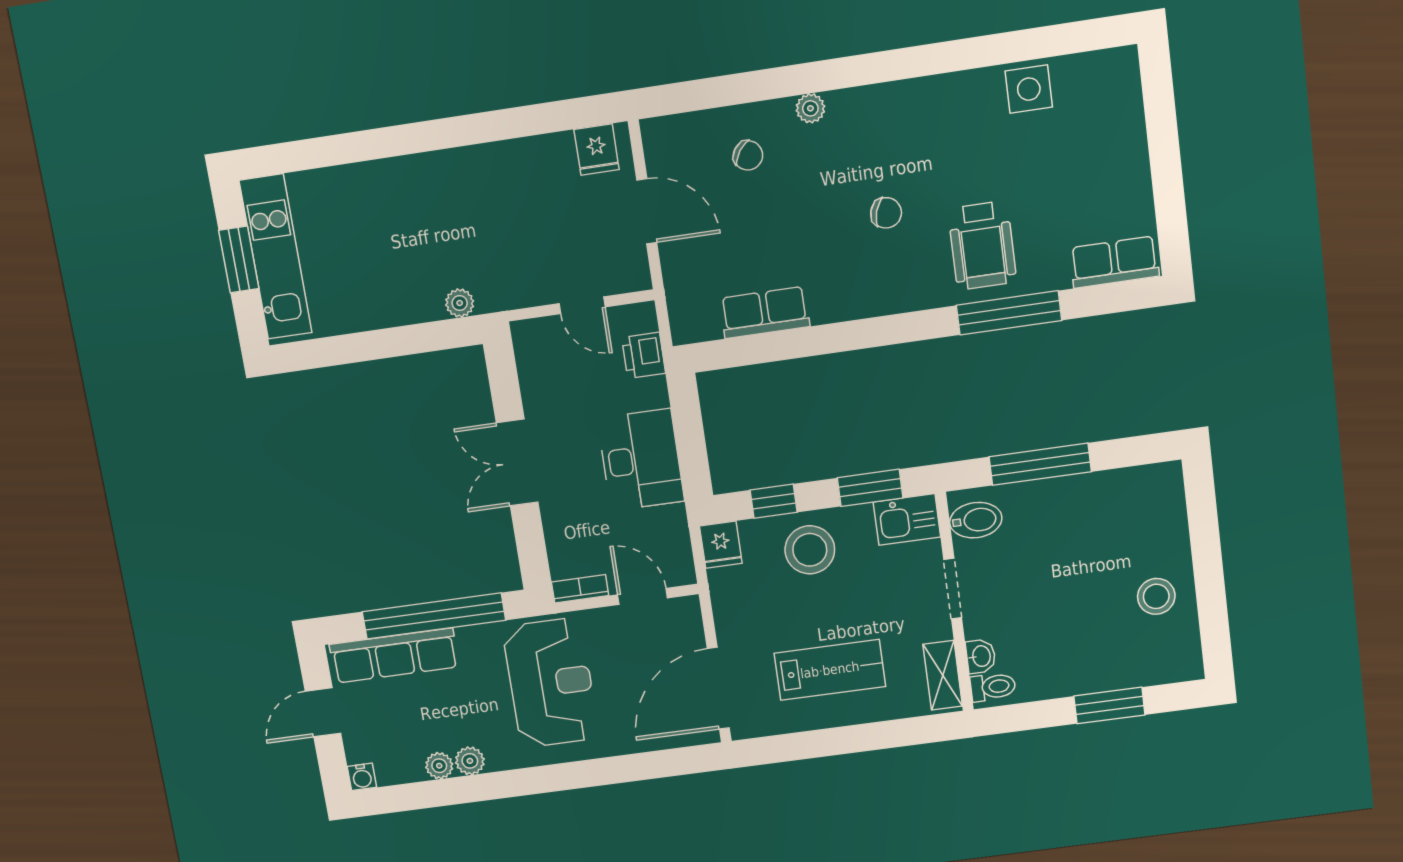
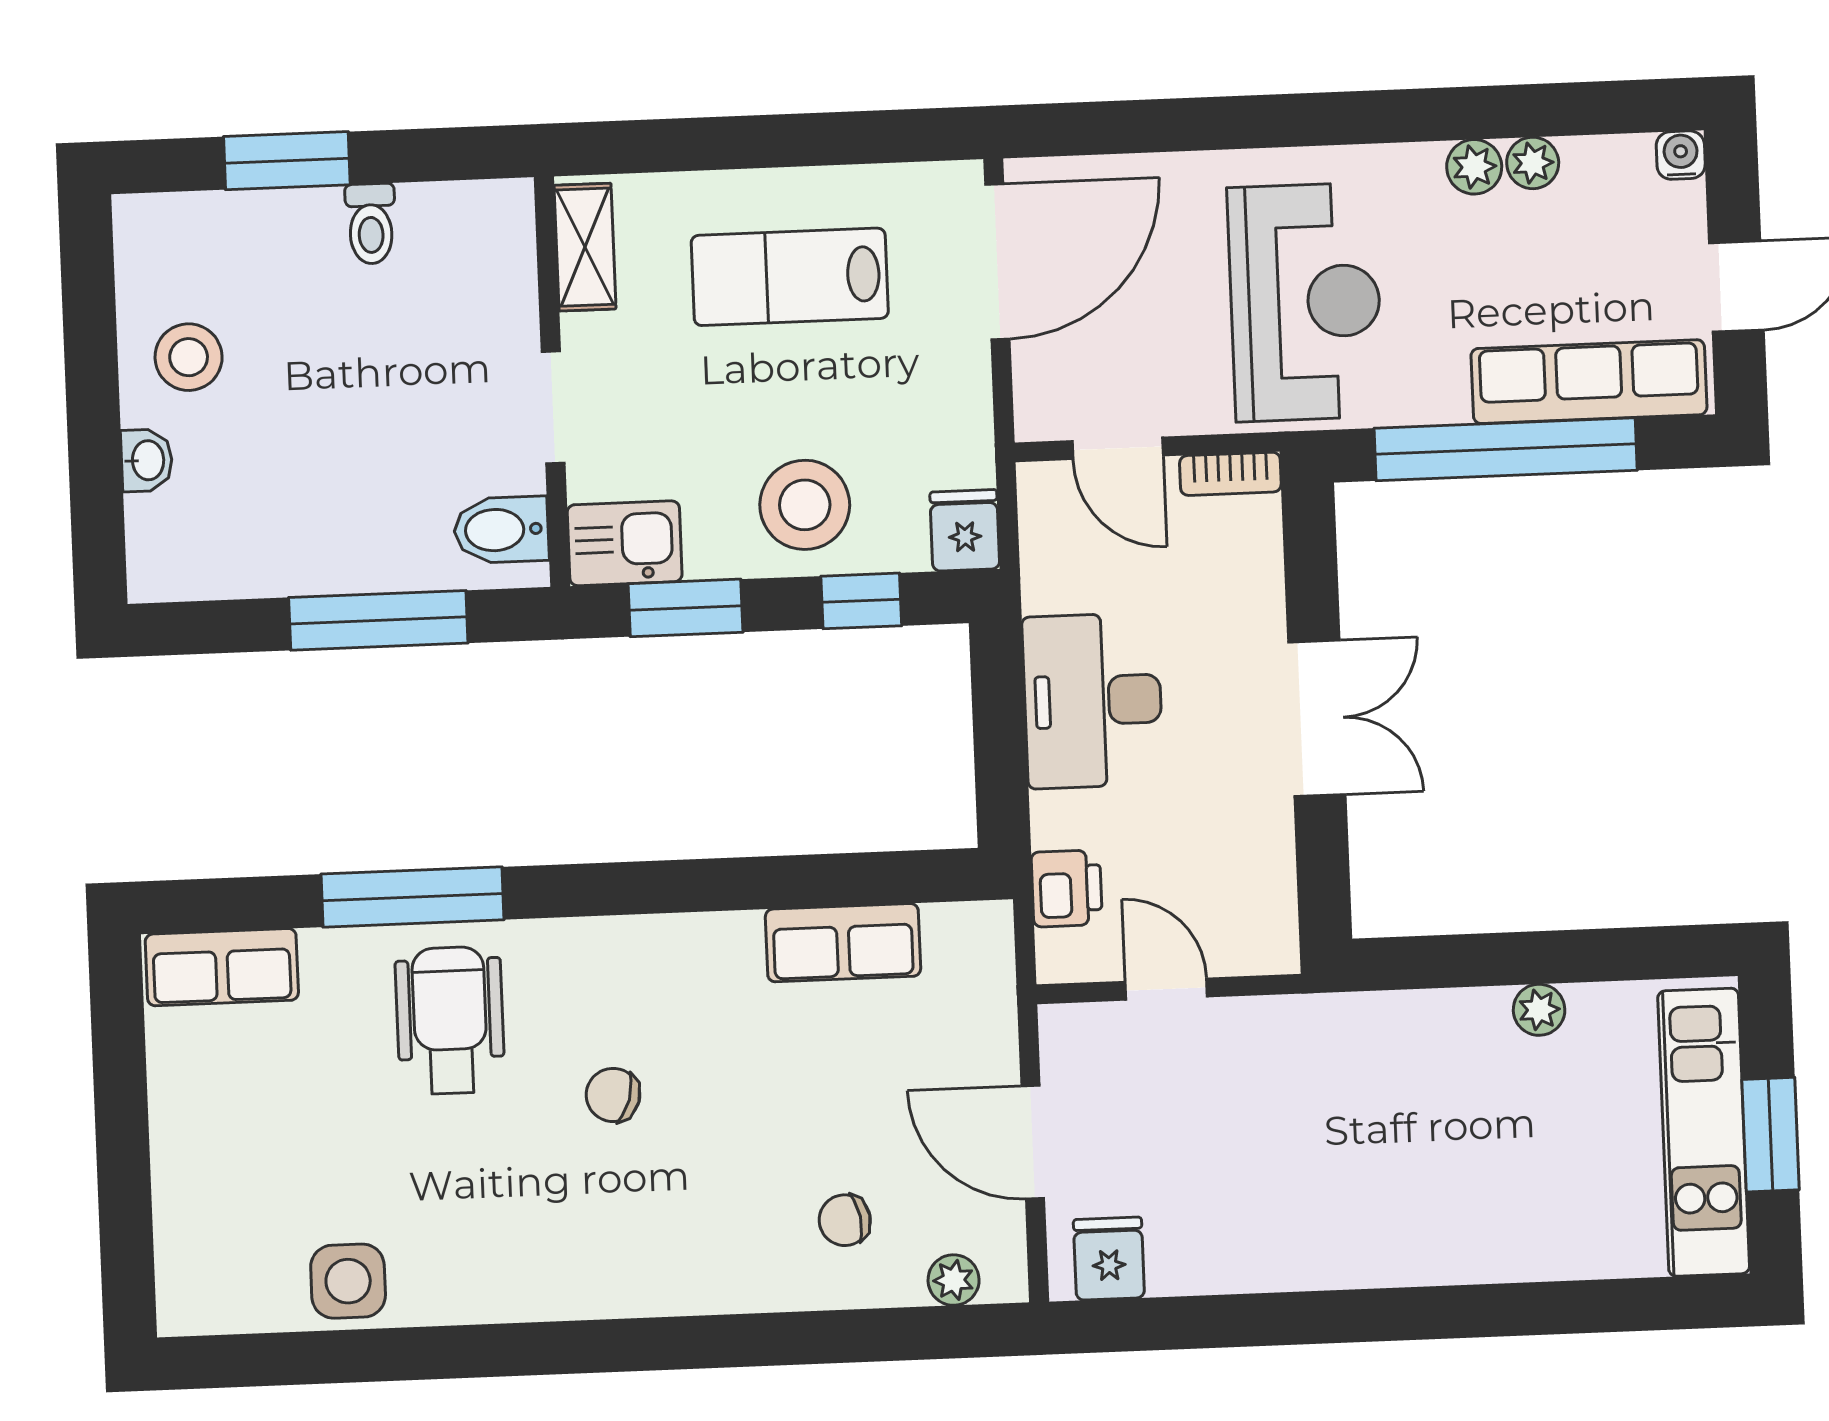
plant: (810, 108) -> (954, 1280), moved
chair: (748, 155) -> (845, 1220), turned -45
plant: (460, 303) -> (1539, 1010), moved
washbasin: (981, 656) -> (147, 460), moved, turned 180
reception desk: (551, 683) -> (1305, 302), turned 180
toilet: (993, 687) -> (371, 224), moved, turned -90

